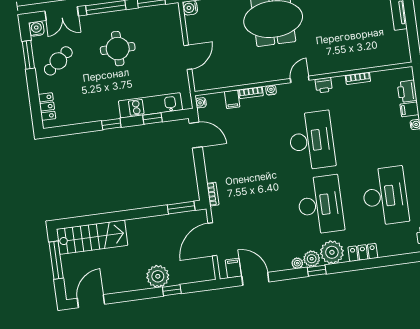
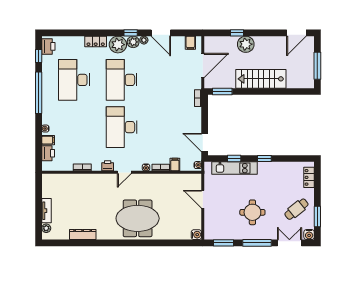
door: (188, 57) -> (203, 199), hinge flipped
stairs: (92, 237) -> (261, 79), moved
door: (255, 279) -> (161, 33), moved

